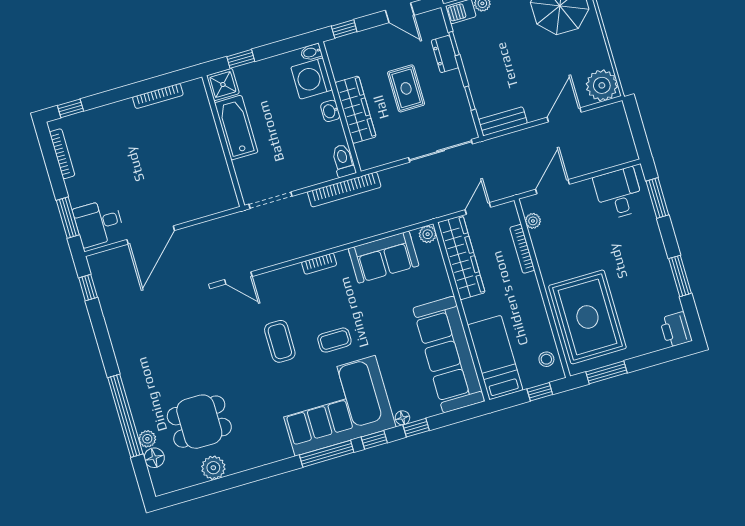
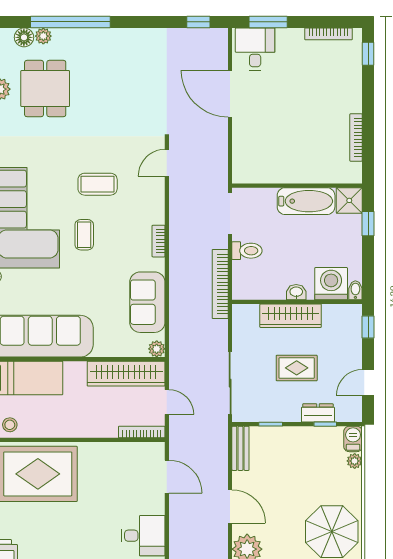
toilet: (343, 161) -> (247, 251), moved
plant: (533, 221) -> (141, 449), removed
bookcase: (522, 249) -> (142, 432), moved

